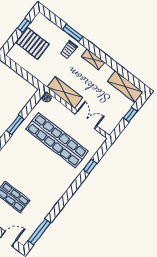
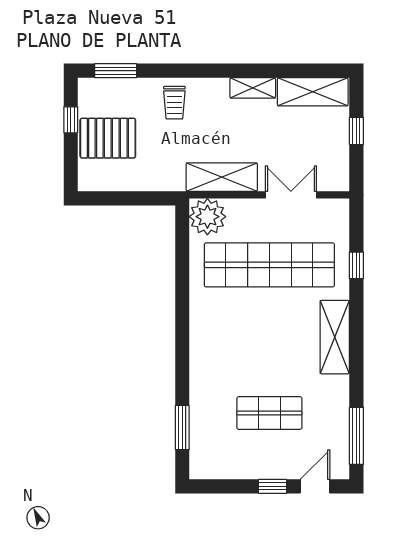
window: (73, 33) -> (116, 71), moved
shelving: (93, 59) -> (253, 88), moved
plant: (47, 97) -> (207, 217), width x1.88, depth x1.88
window: (15, 125) -> (182, 293), removed
shelving: (61, 187) -> (335, 337), added

